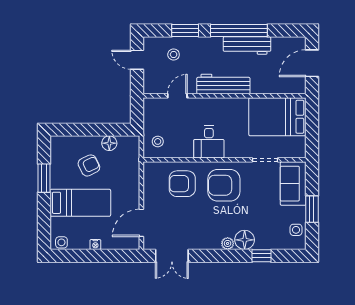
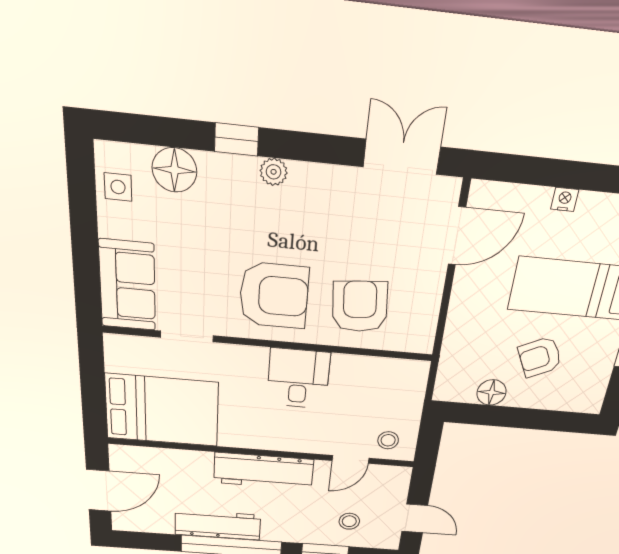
stool: (158, 141) -> (388, 440), moved
armchair: (182, 184) -> (360, 307), turned -95
window: (312, 209) -> (84, 229), removed
floor lamp: (245, 240) -> (174, 170), moved
window: (261, 256) -> (237, 139), moved

